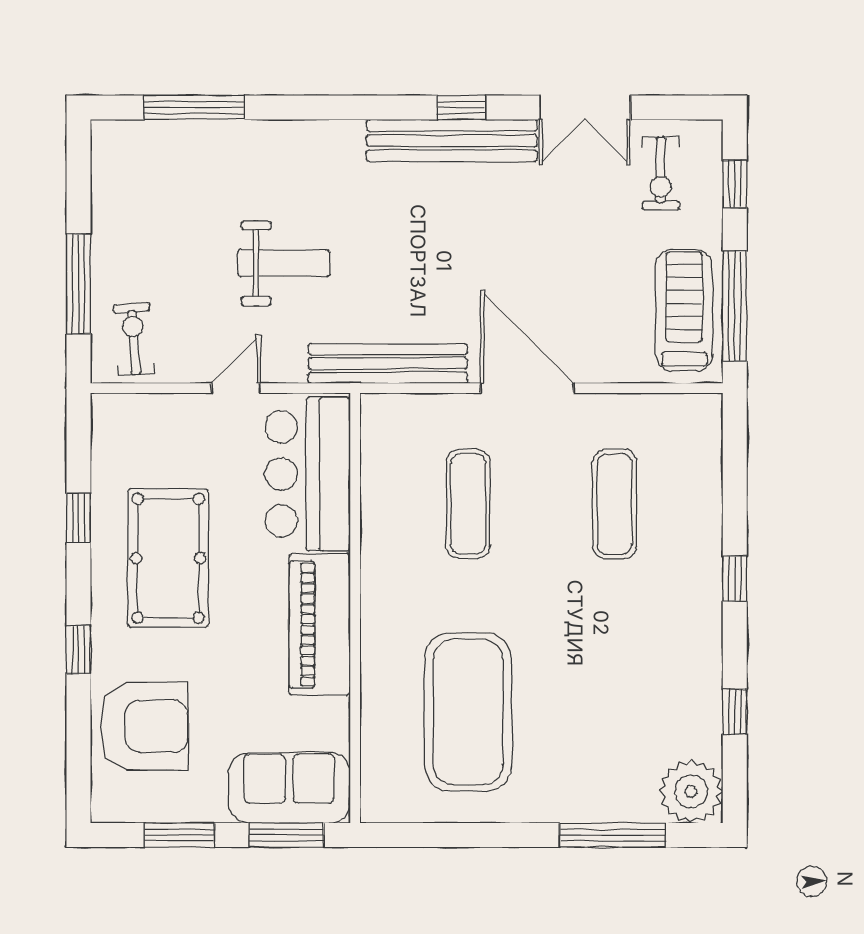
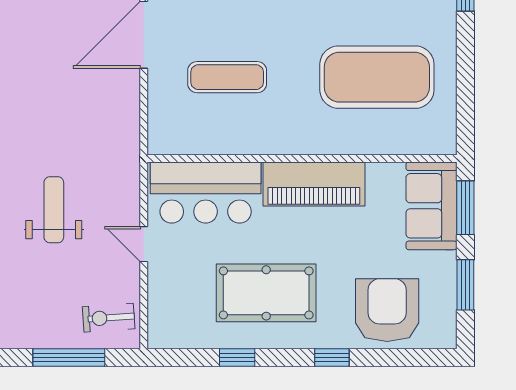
bench: (388, 363) -> (126, 135), removed

